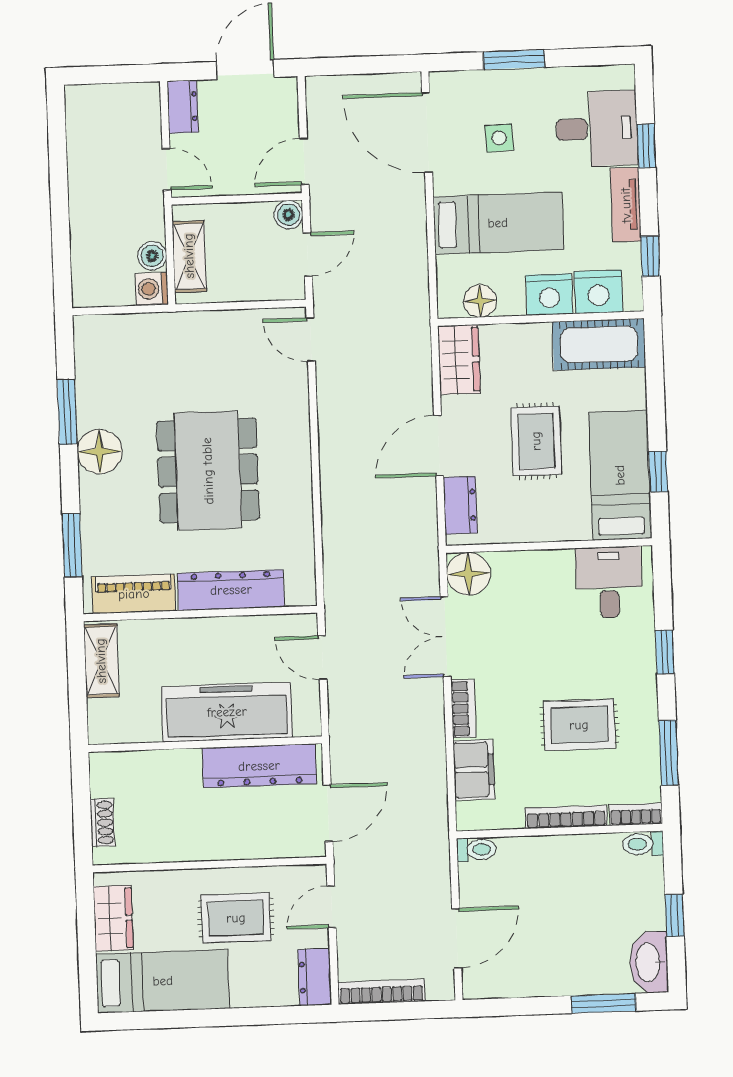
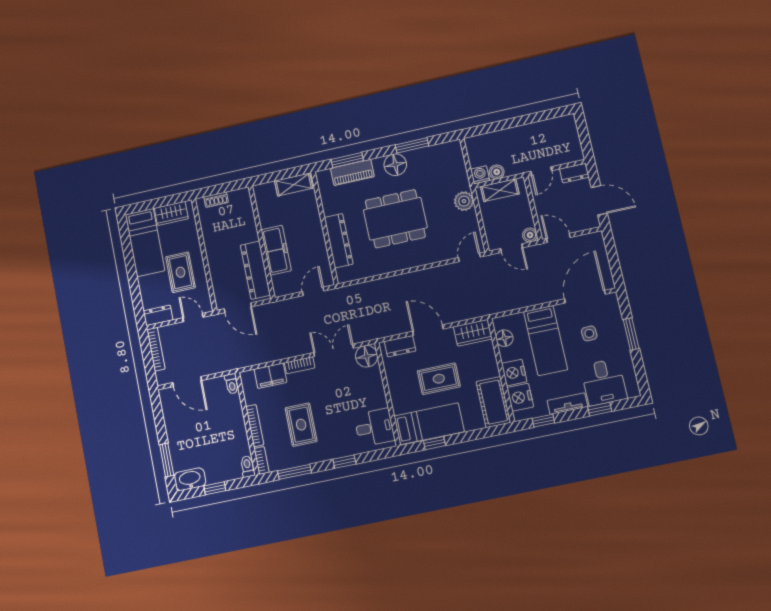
plant: (198, 330) -> (464, 201), added
piano: (134, 594) -> (352, 172), moved, turned 90
freezer: (227, 712) -> (276, 250), width x0.73, depth x0.79

